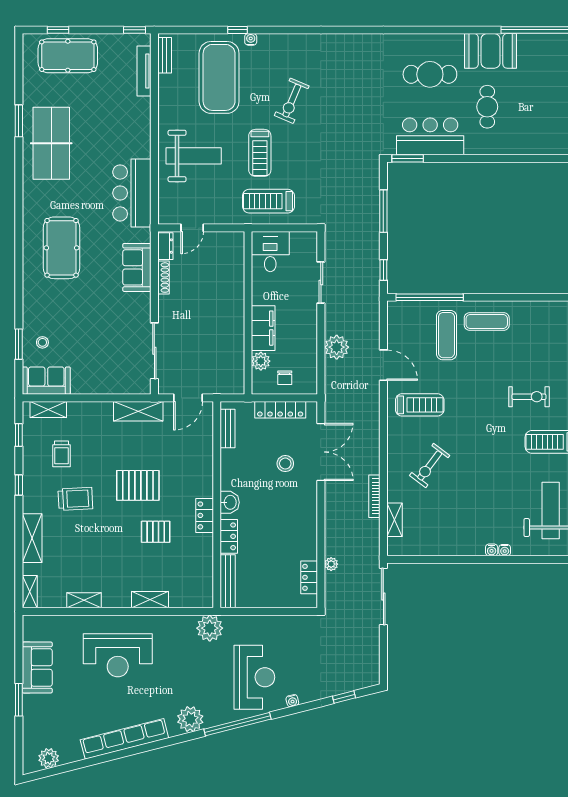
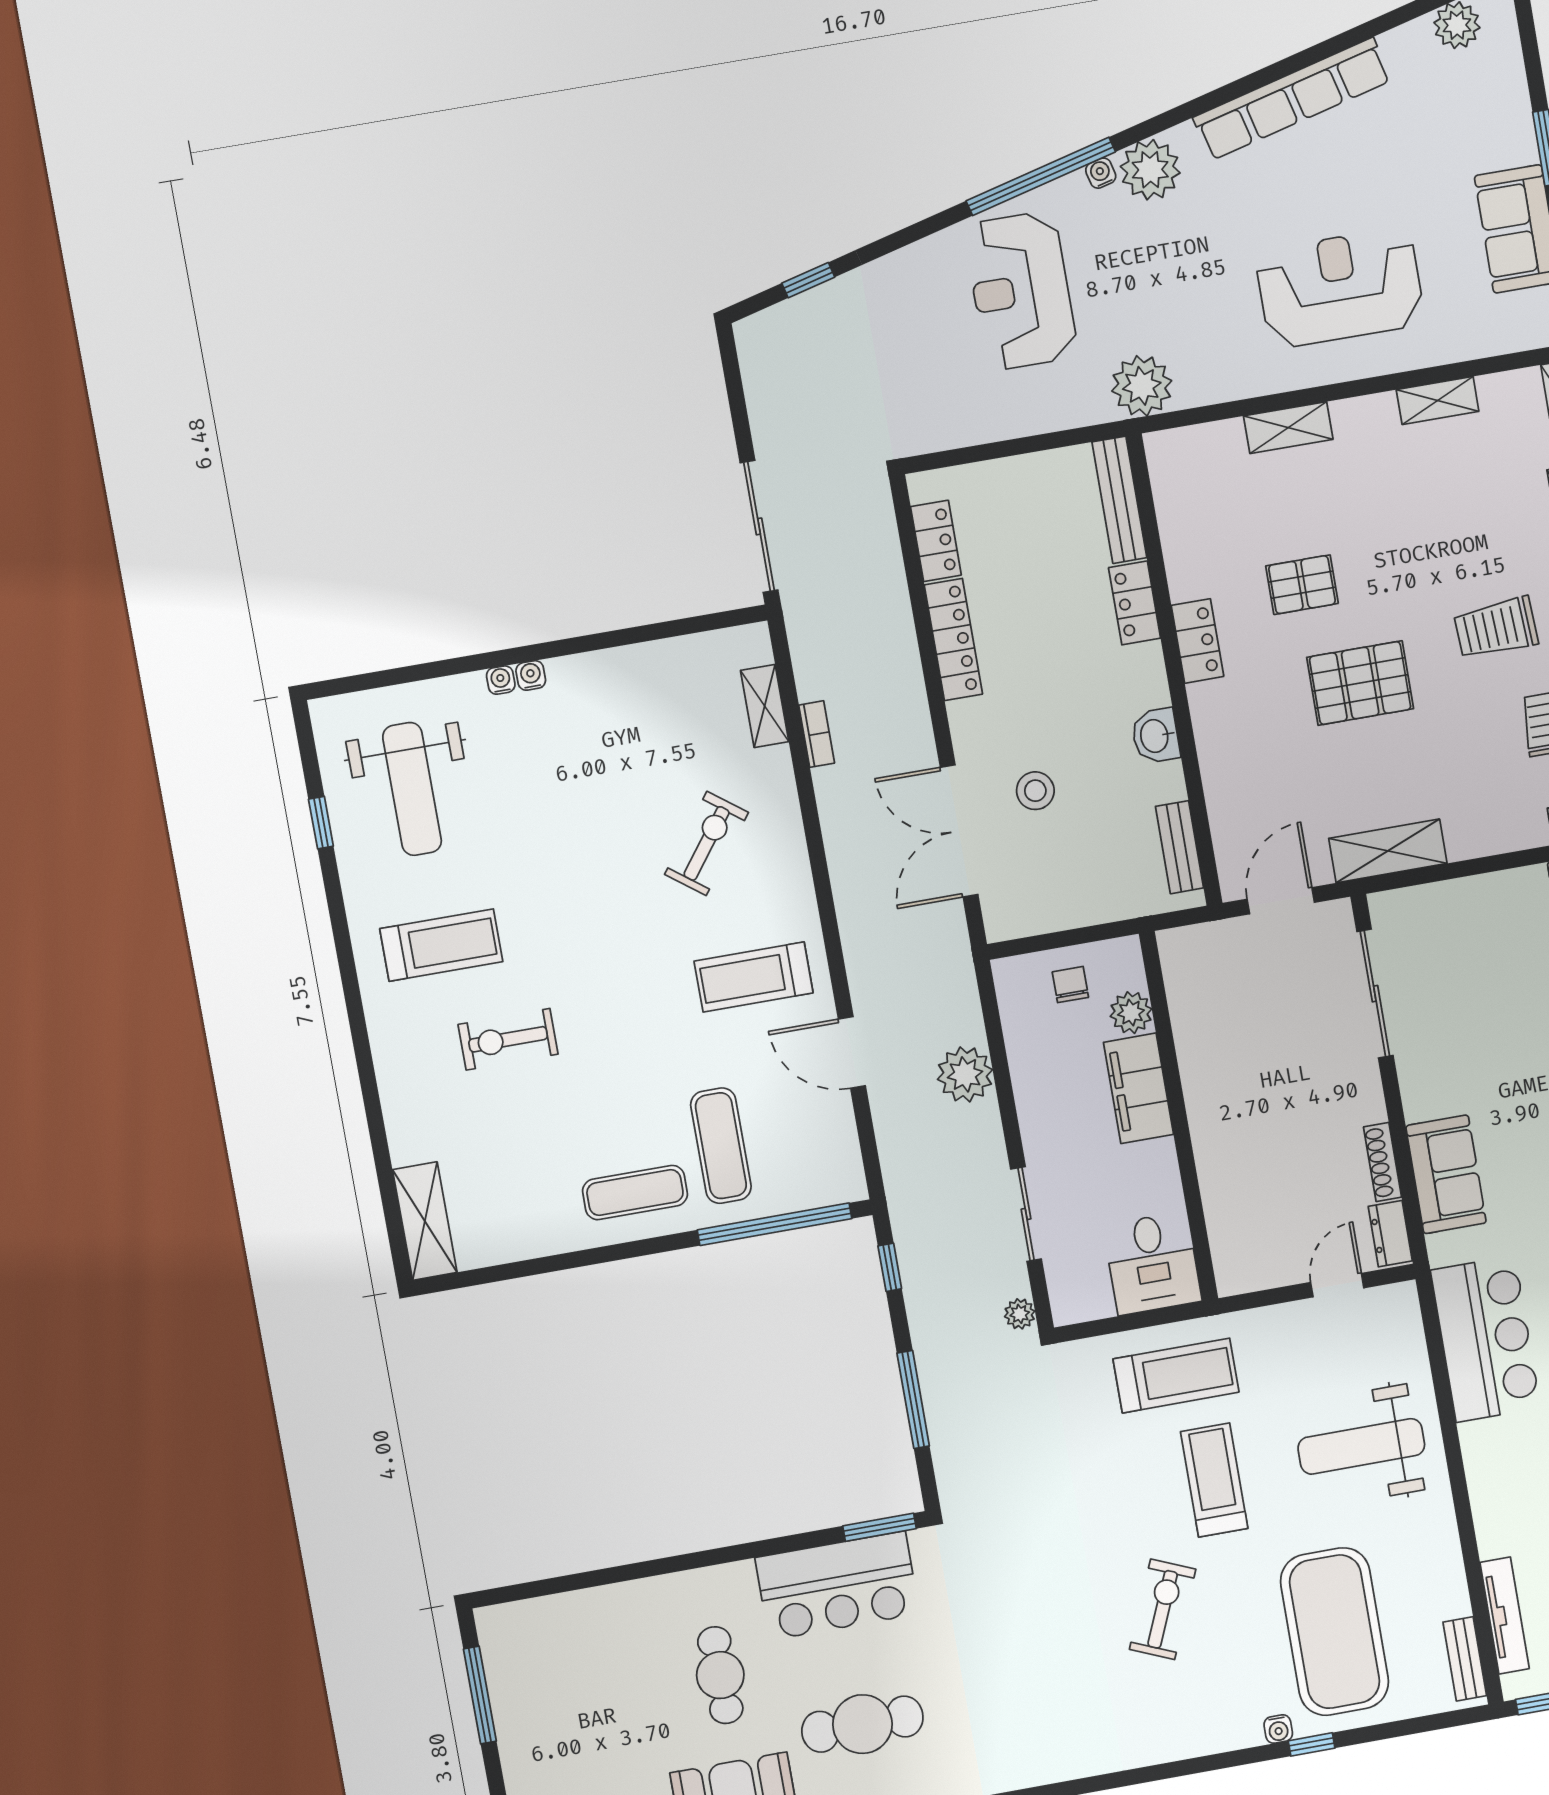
locker: (280, 410) -> (953, 640), moved, turned 90
bookcase: (374, 496) -> (817, 734), width x0.64
washbasin: (230, 502) -> (1156, 736), moved
plant: (331, 564) -> (1020, 1314), moved
water cooler: (292, 701) -> (1101, 173), moved

